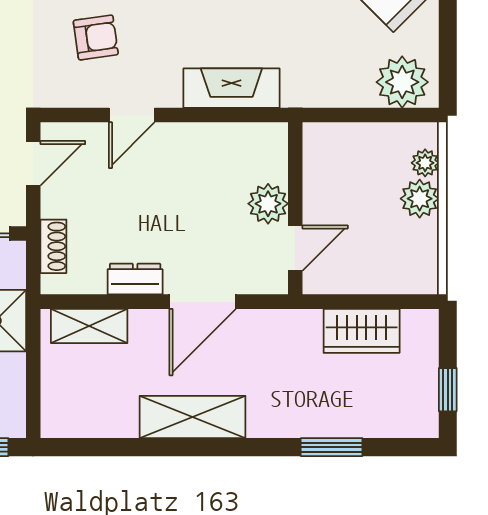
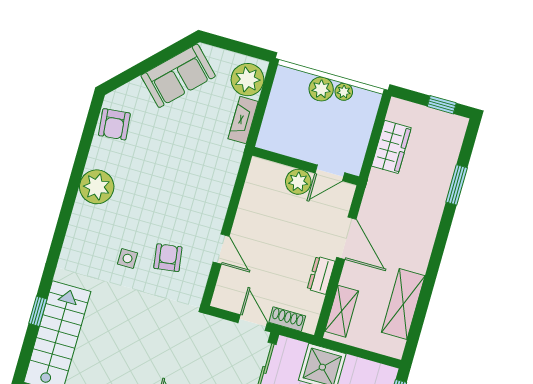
fireplace: (231, 88) -> (243, 120), moved, width x0.73, depth x0.76
door: (33, 163) -> (253, 323), moved
plant: (425, 163) -> (344, 92), moved
door: (295, 248) -> (330, 173), swing flipped
shelving: (193, 417) -> (403, 304), moved

